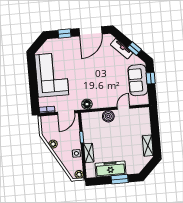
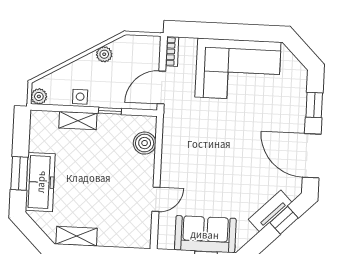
window: (134, 49) -> (284, 220), moved
floor lamp: (87, 104) -> (172, 130), removed
door: (123, 108) -> (156, 199), hinge flipped
door: (66, 113) -> (161, 88), hinge flipped
boiler: (108, 116) -> (145, 143), moved
freezer: (110, 169) -> (40, 182), moved

